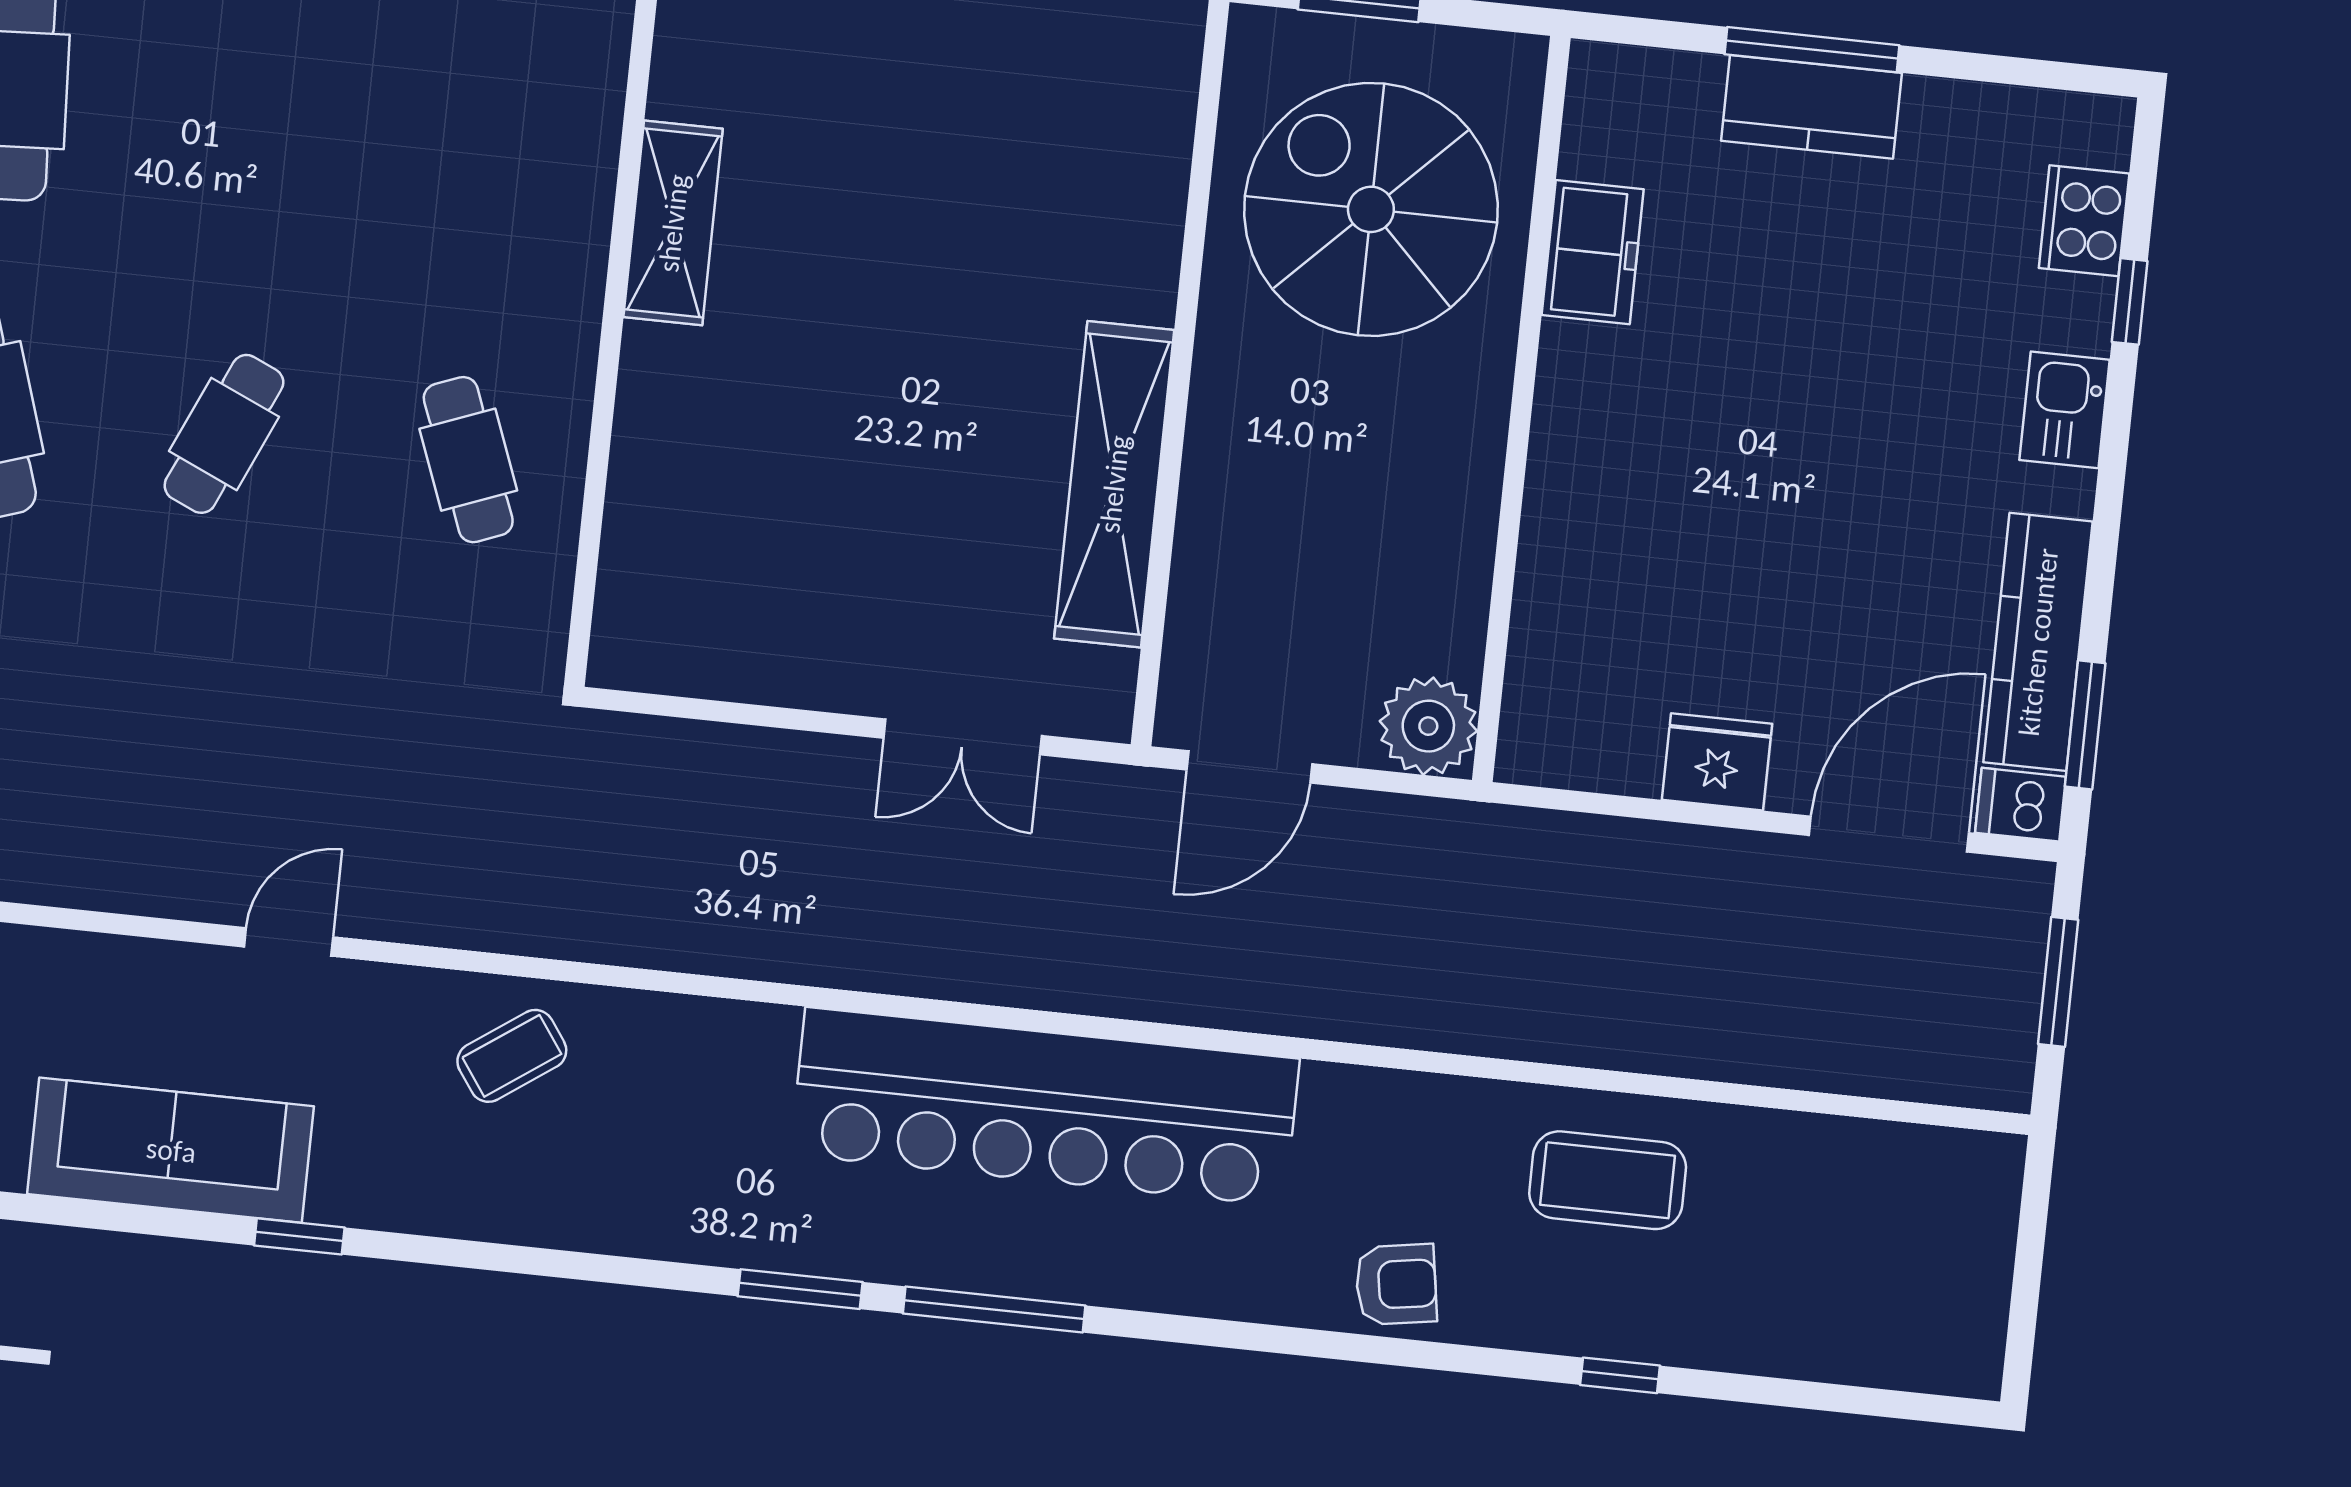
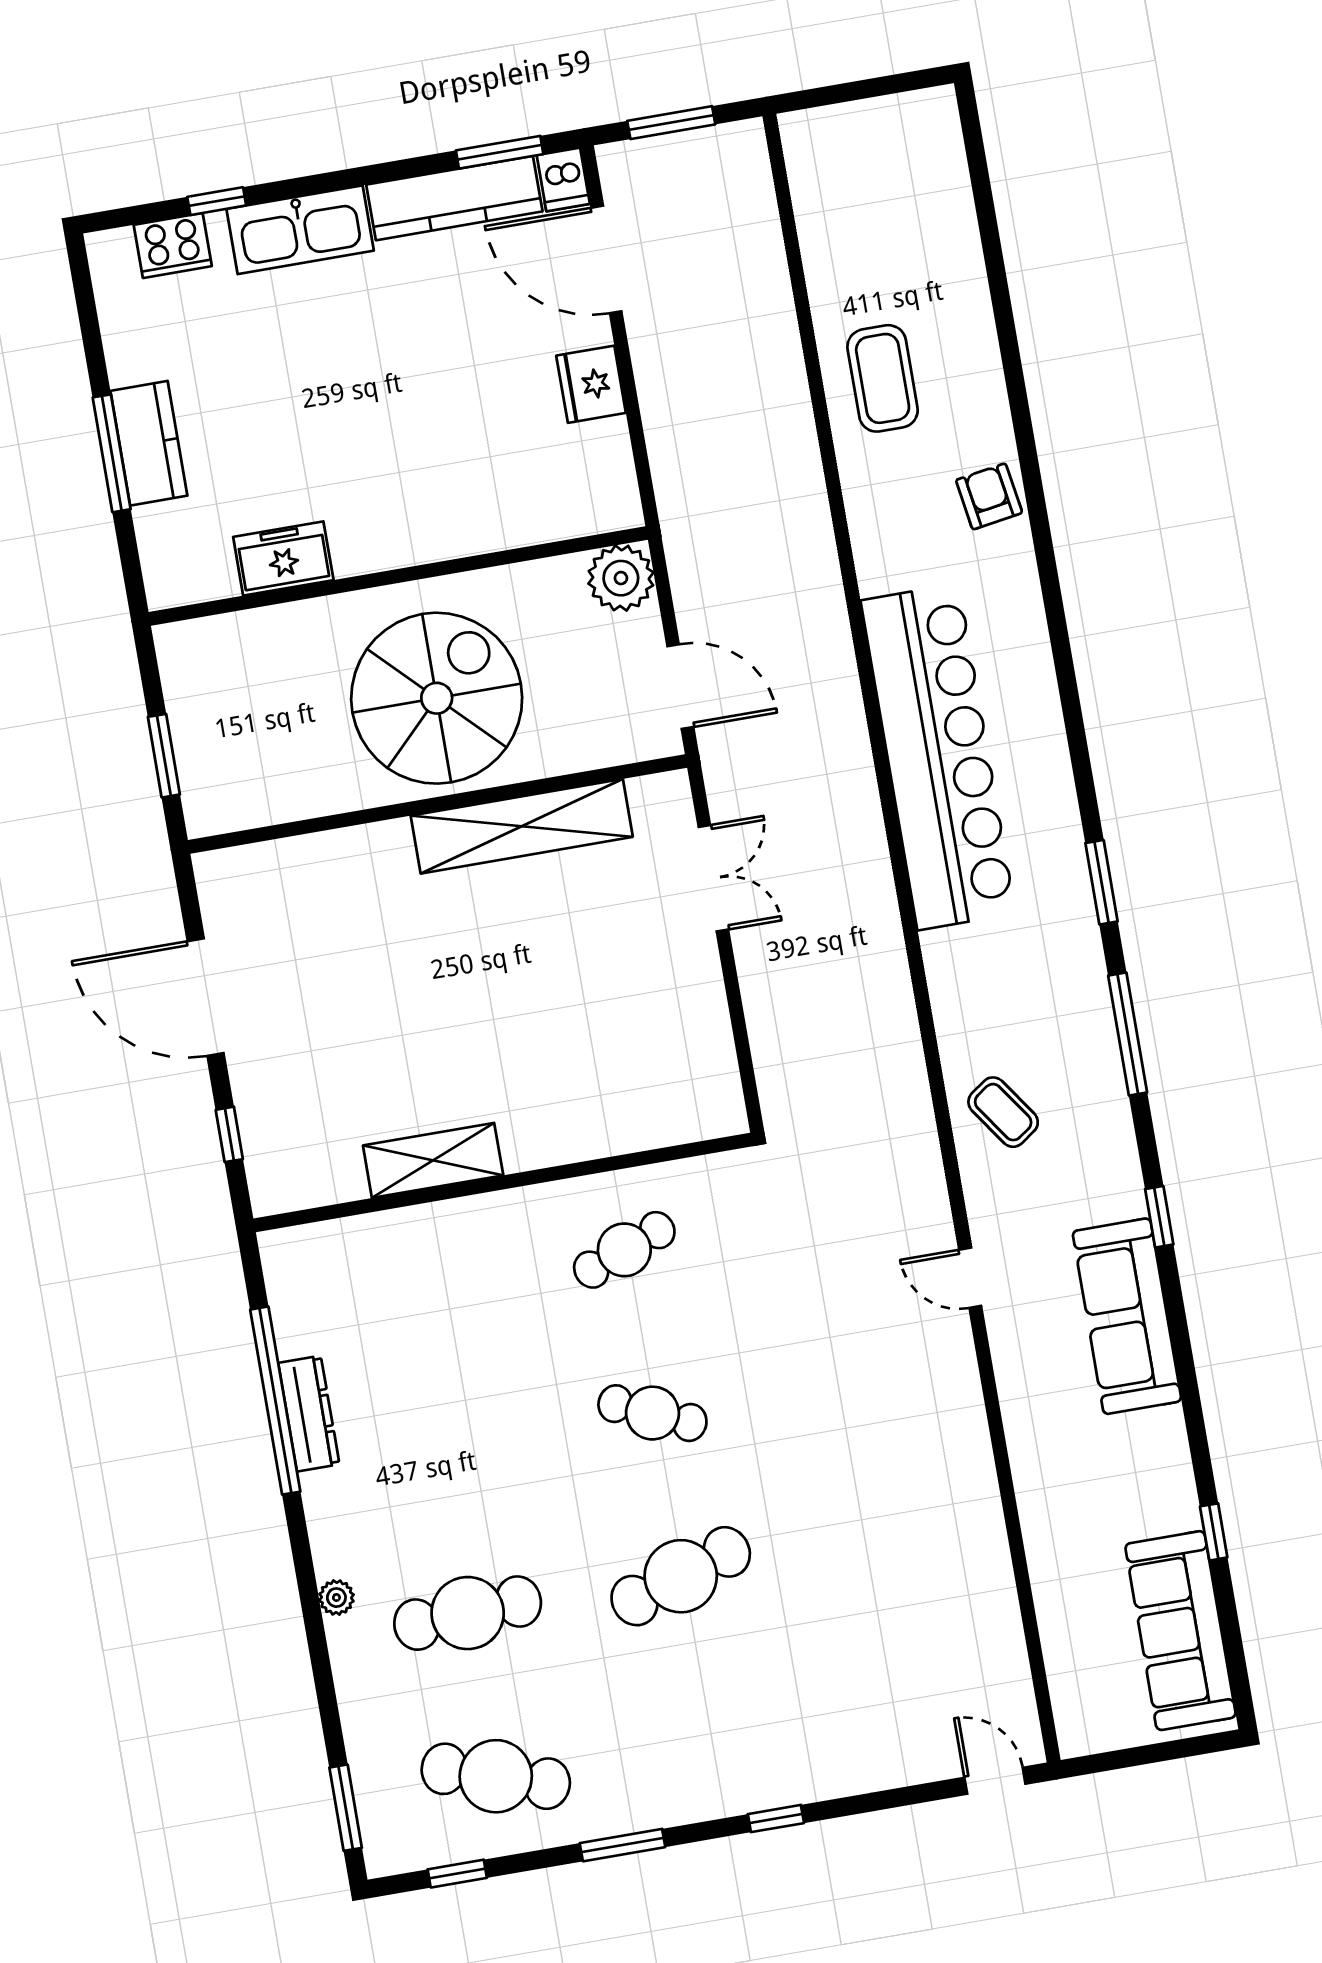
spiral stairs: (1371, 209) -> (437, 698), moved, turned 180
kitchen sink: (2065, 410) -> (300, 230), width x1.88, depth x1.24
window: (994, 1310) -> (1128, 1034), moved
window: (1620, 1375) -> (1007, 335), removed

